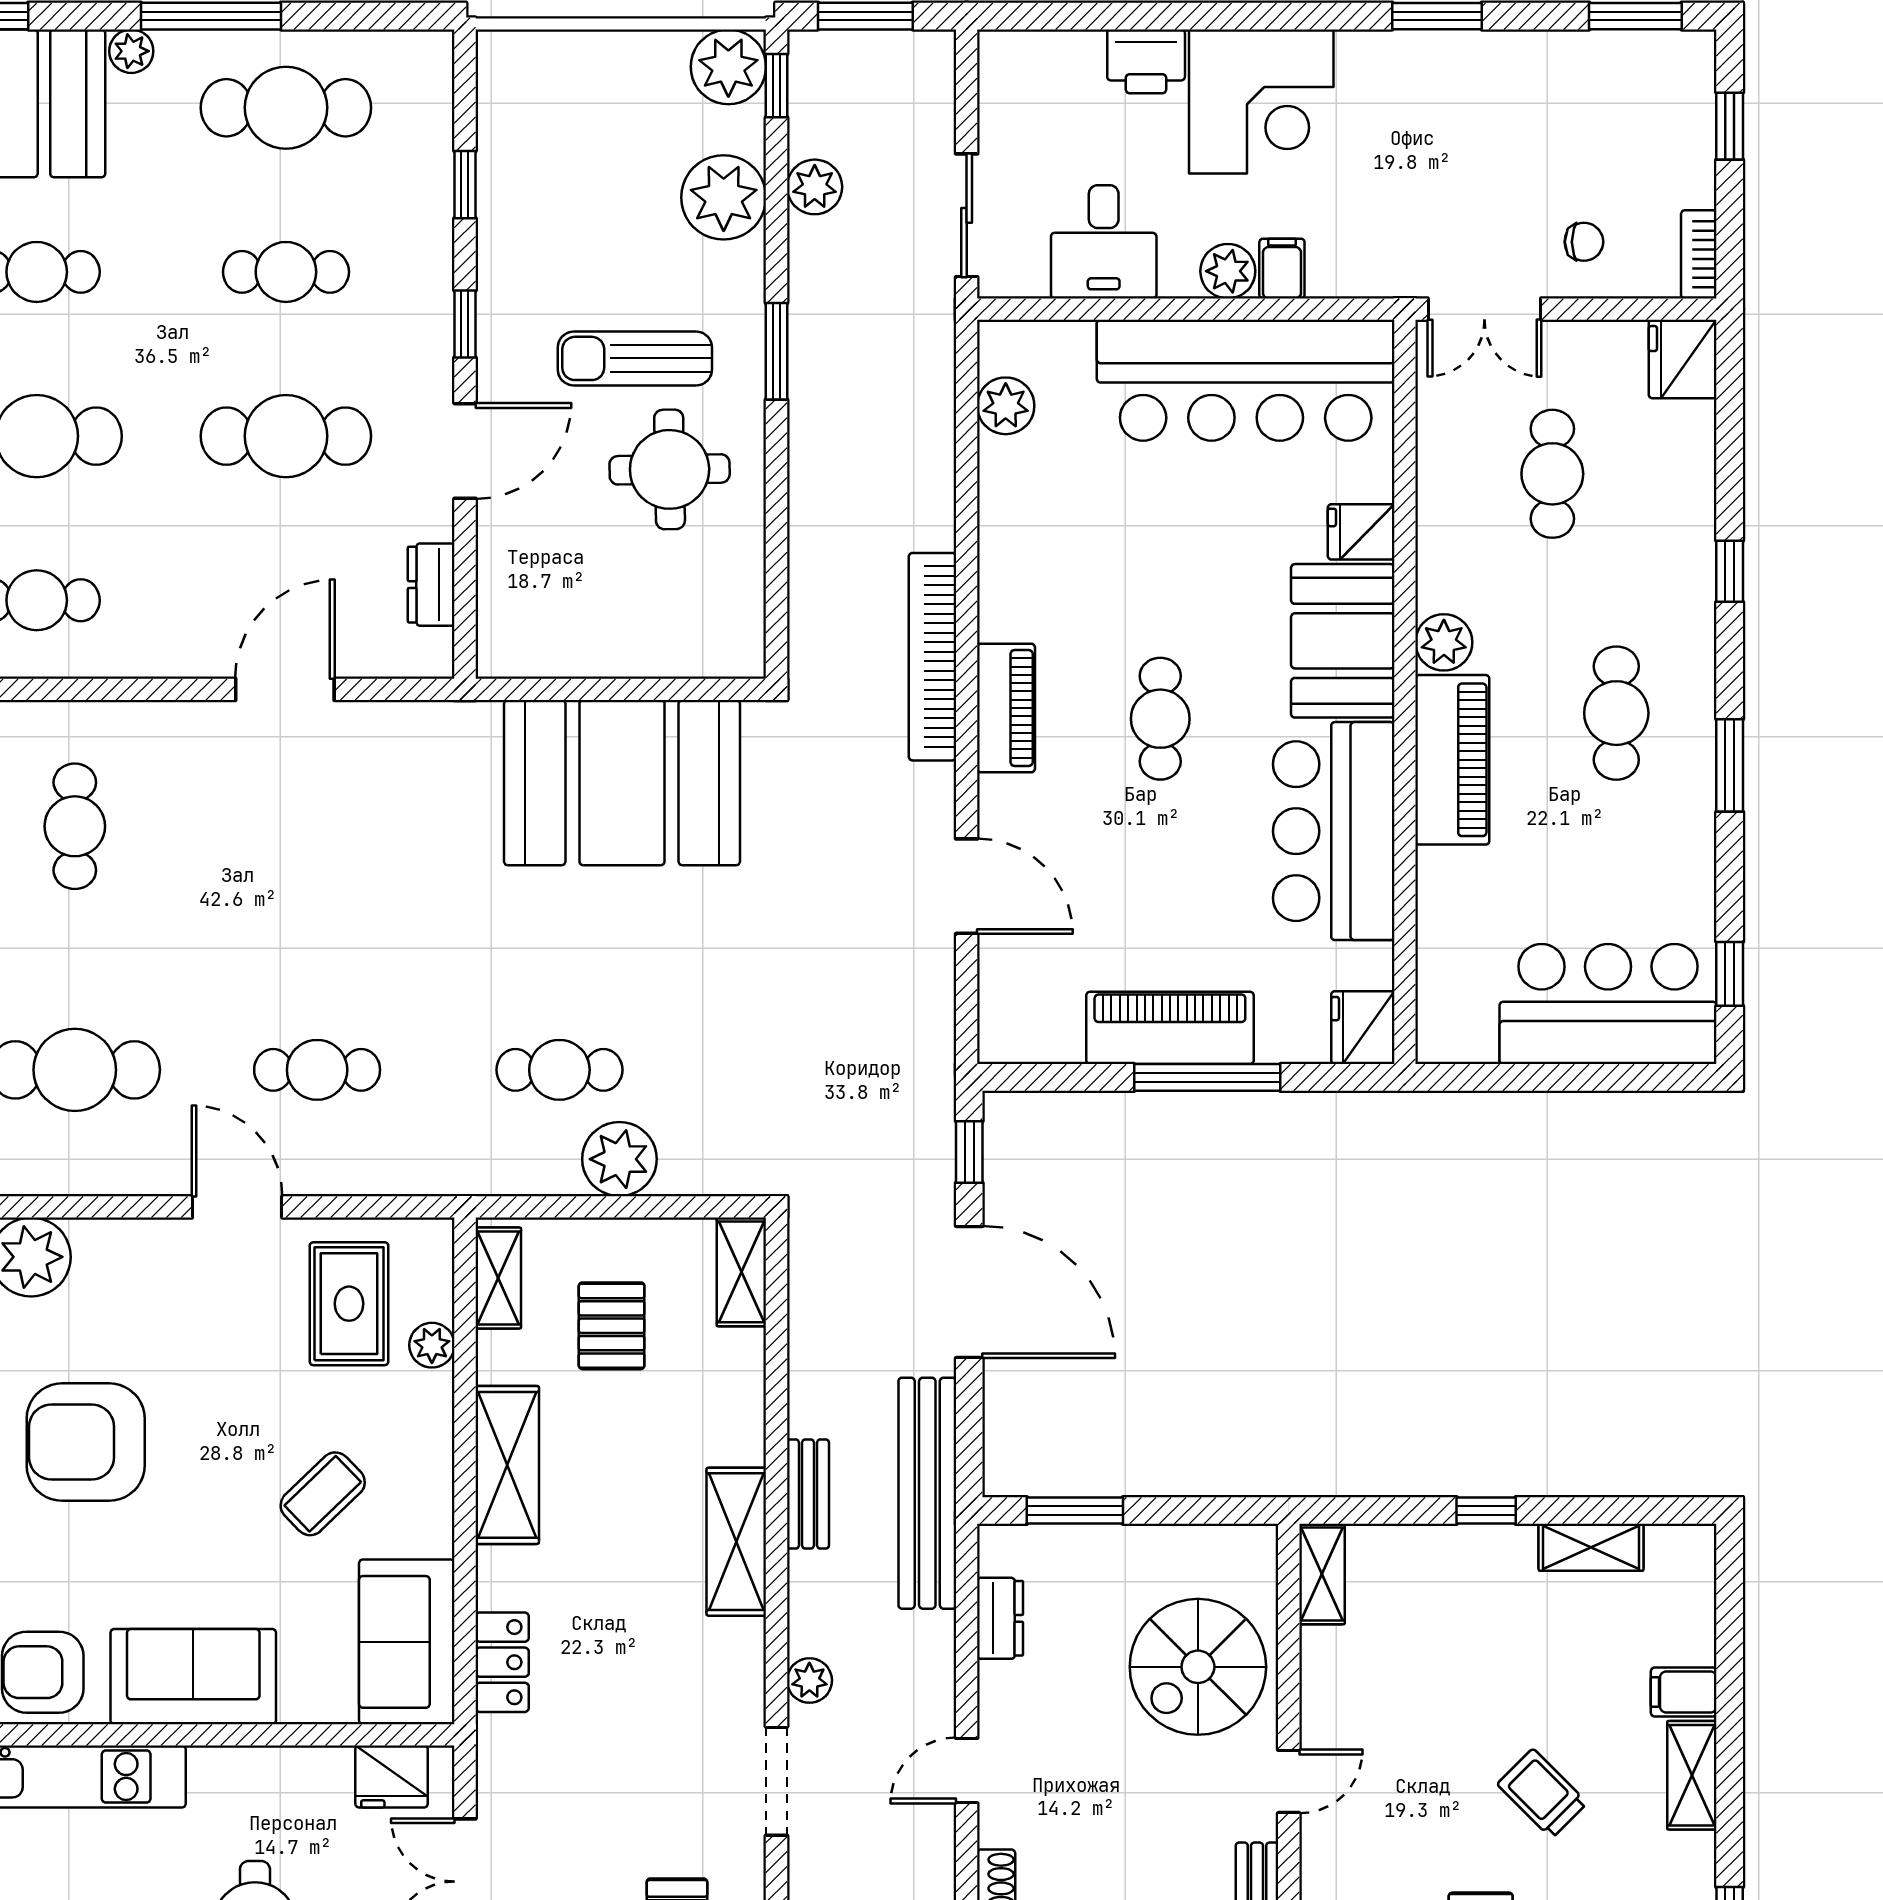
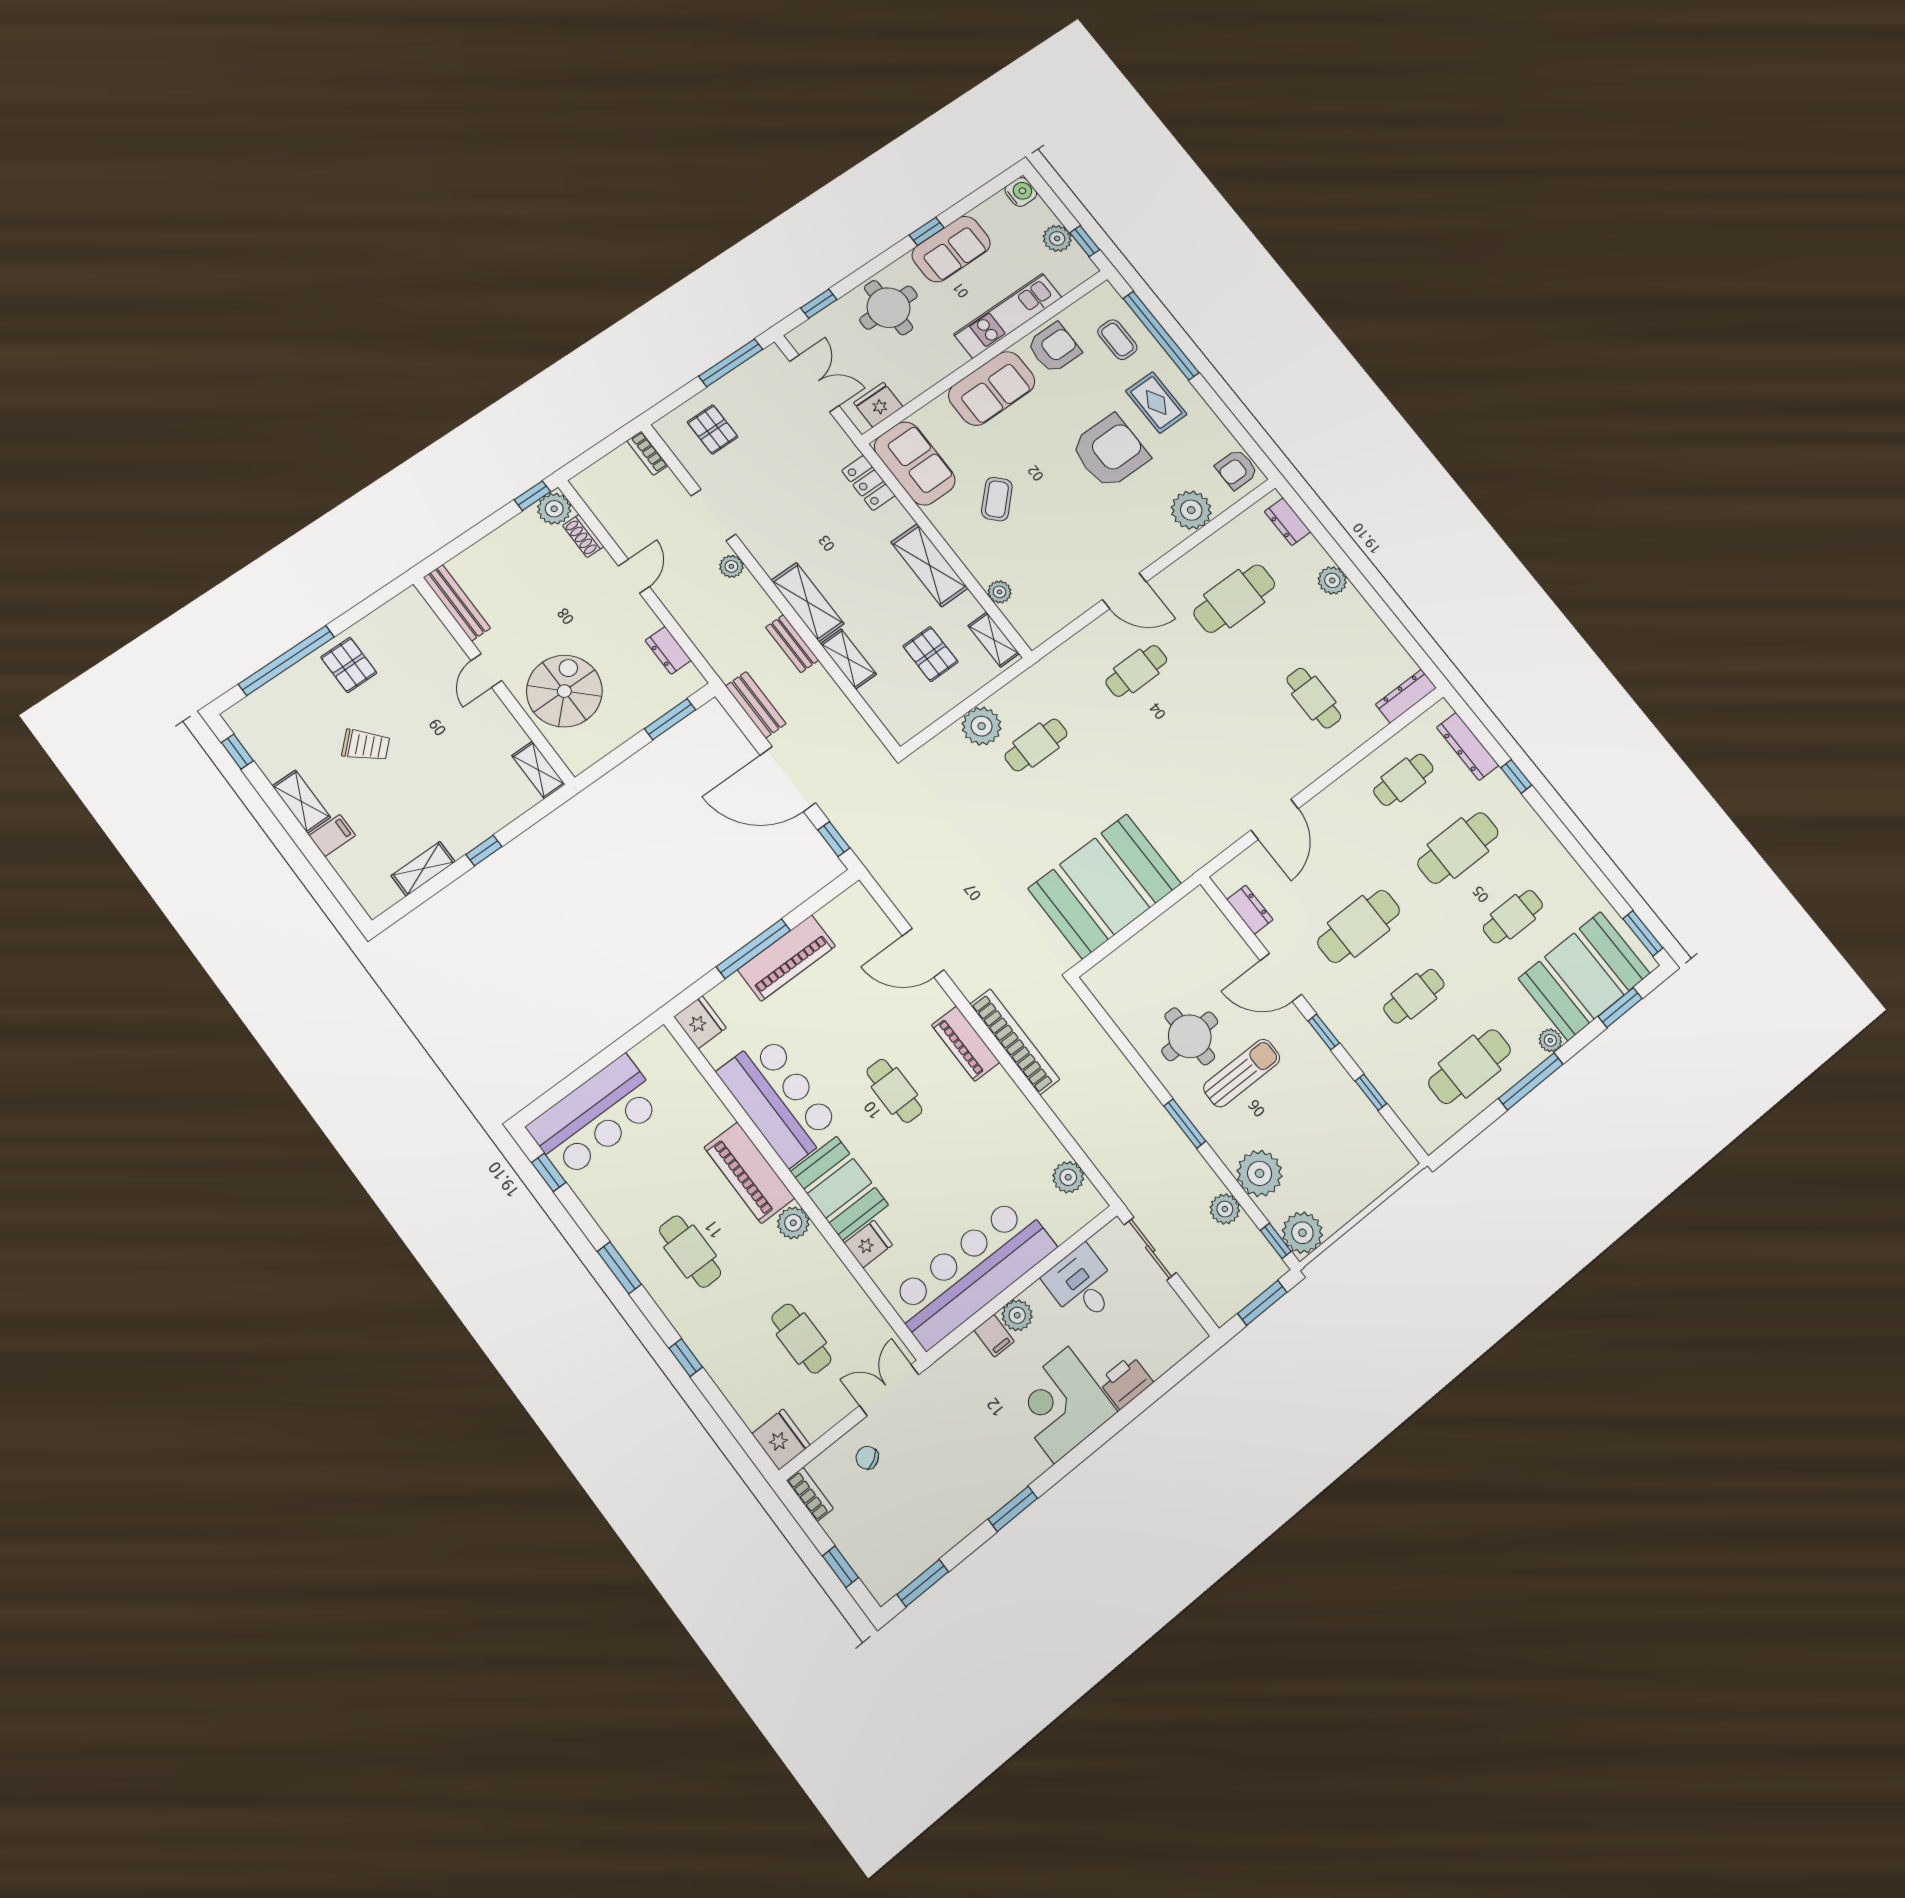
chair: (1584, 242) -> (867, 1458), turned 59
door: (465, 451) -> (1281, 977), hinge flipped
shelving: (741, 1272) -> (848, 659), moved
rug: (349, 1304) -> (1047, 584), removed
bench: (927, 1493) -> (756, 705), width x0.54, depth x0.82

